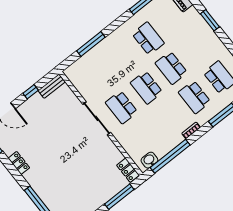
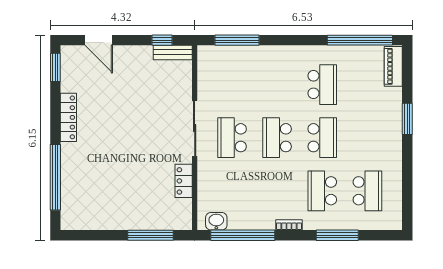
window: (91, 44) -> (237, 40), moved
school desk: (171, 68) -> (322, 138), turned 180
window: (31, 92) -> (162, 40), moved
locker: (19, 163) -> (68, 117), width x1.53
locker: (128, 170) -> (184, 181), moved

